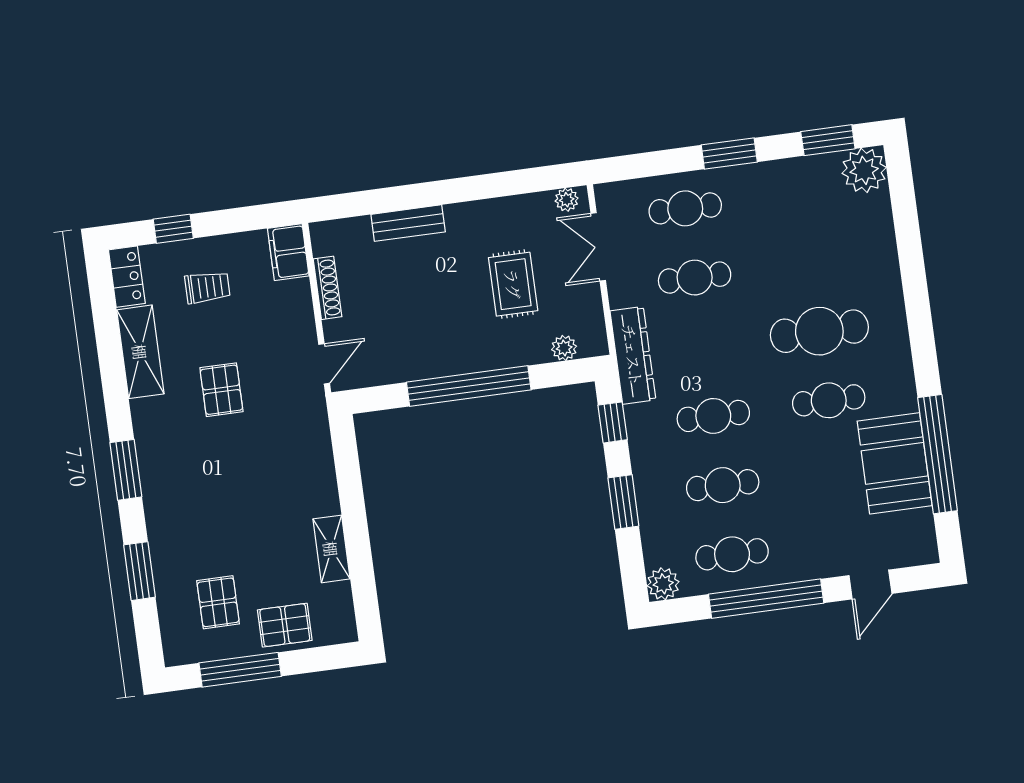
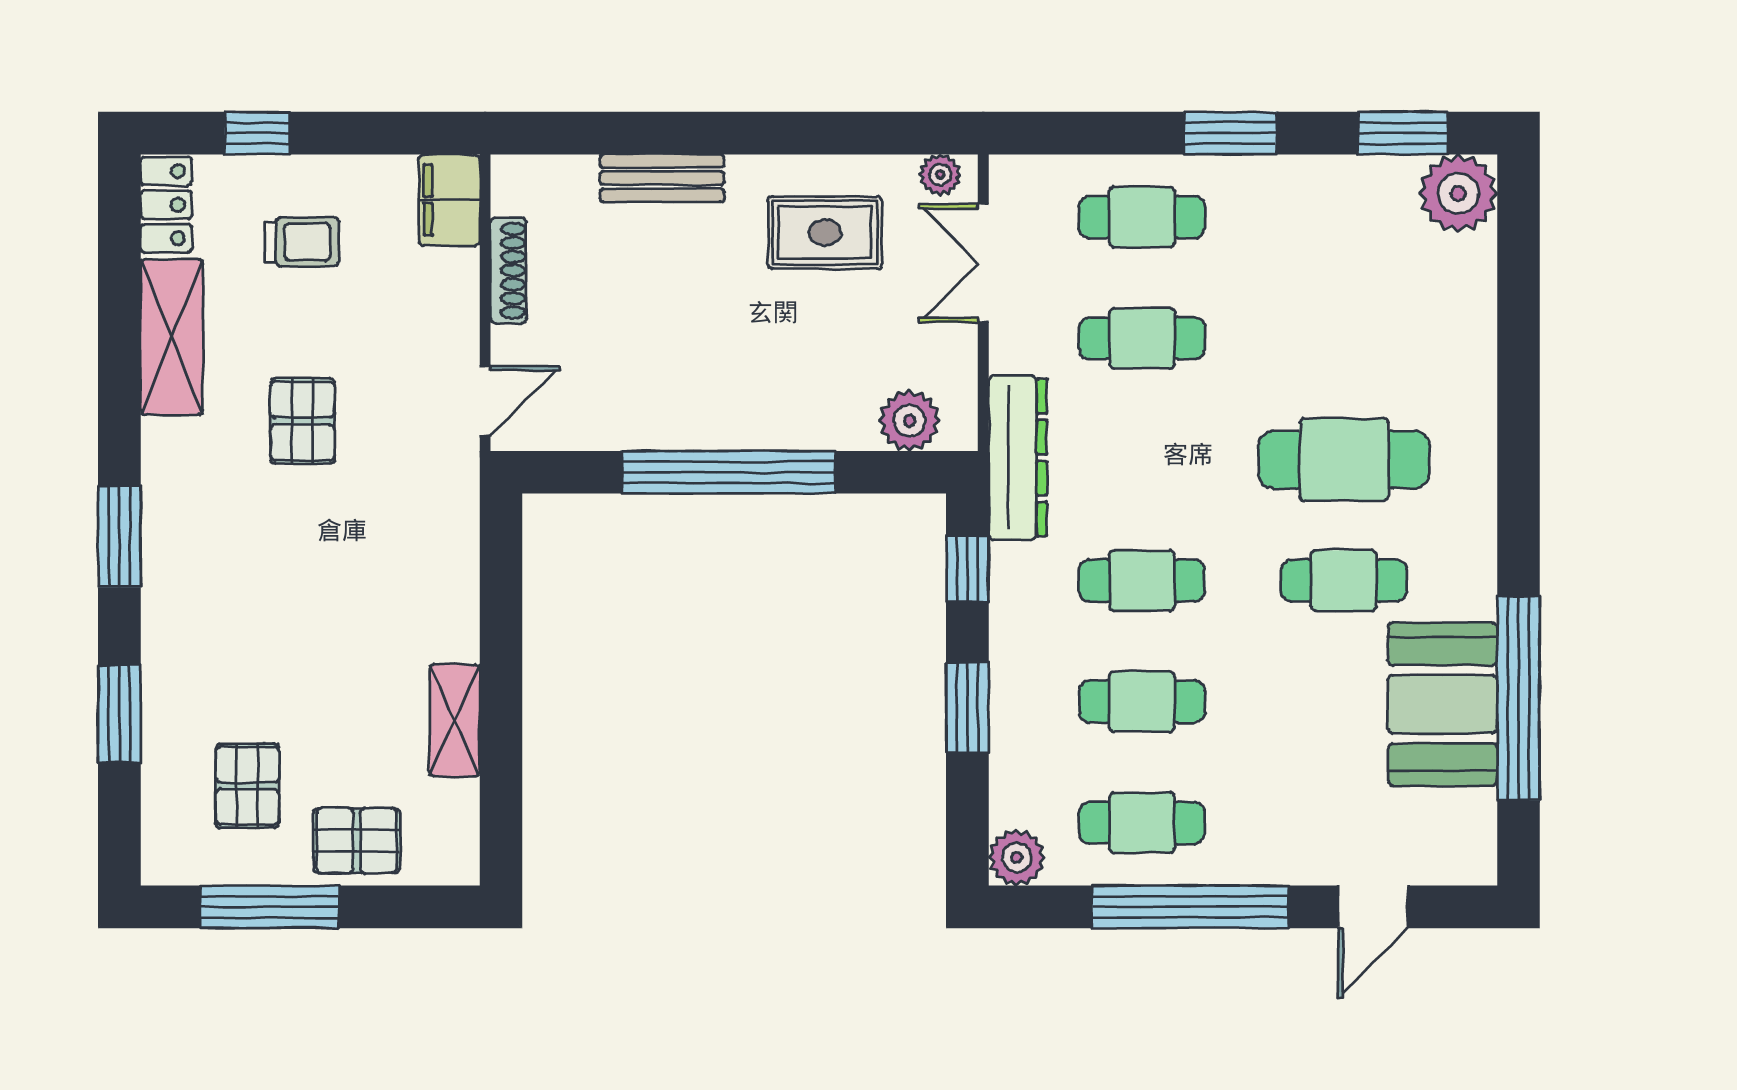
rug: (513, 284) -> (825, 233), moved, turned 90
plant: (564, 348) -> (910, 421), width x1.38, depth x1.38

